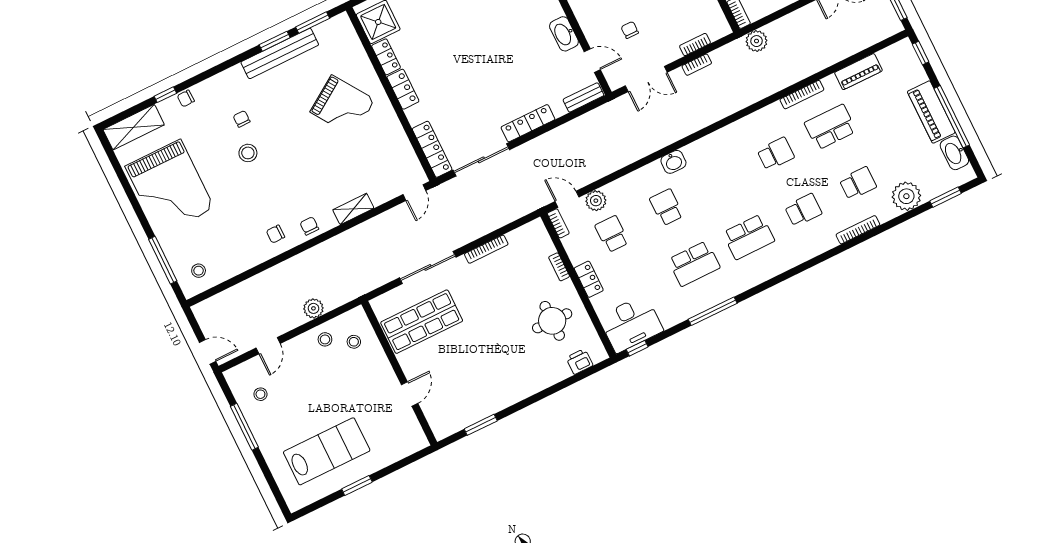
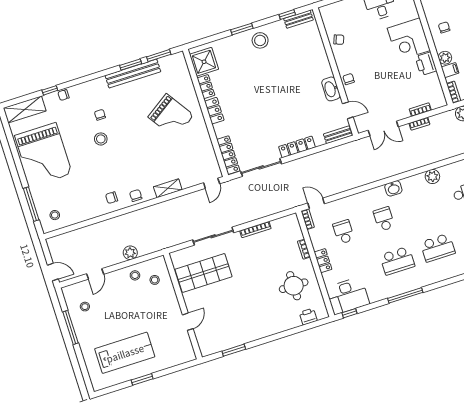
chair: (630, 30) -> (349, 79), moved
plant: (596, 201) -> (432, 176), moved

